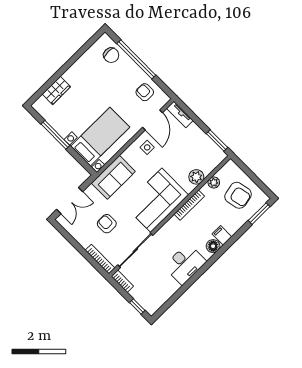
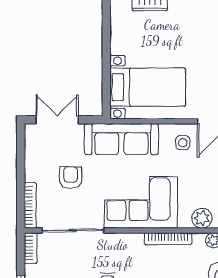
window: (55, 135) -> (106, 43), removed
sofa: (113, 177) -> (121, 139), width x1.36
double door: (70, 201) -> (57, 120), swing flipped

